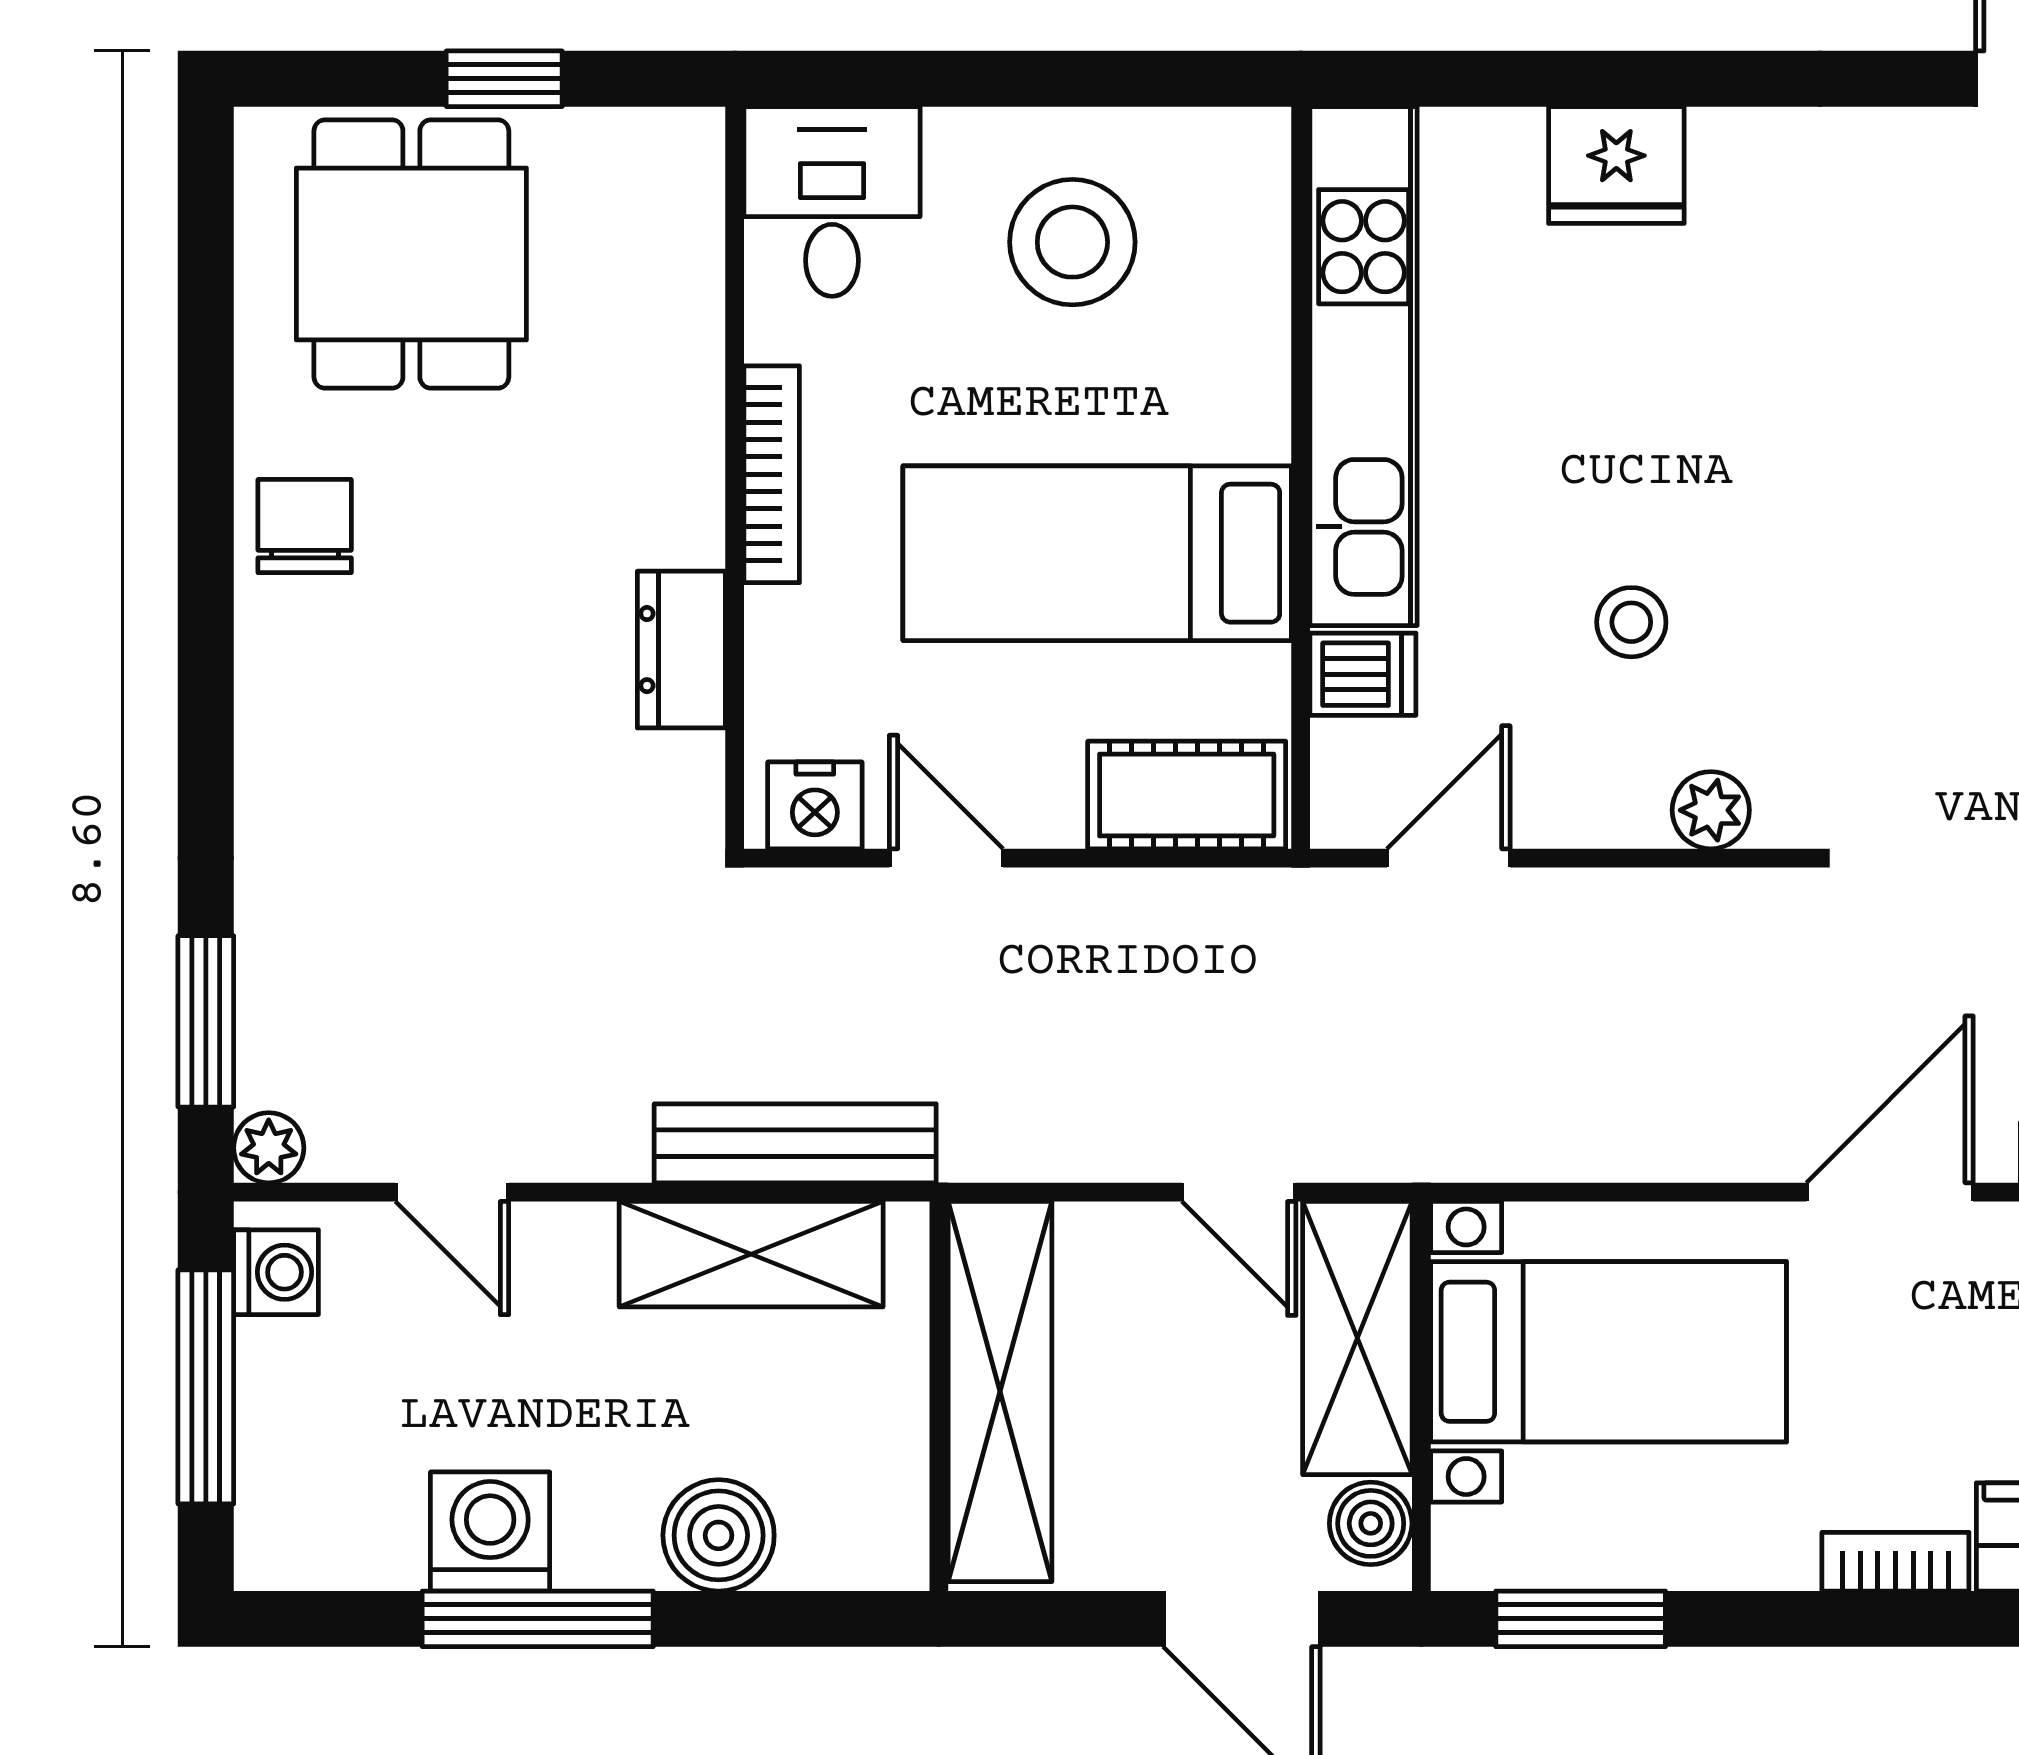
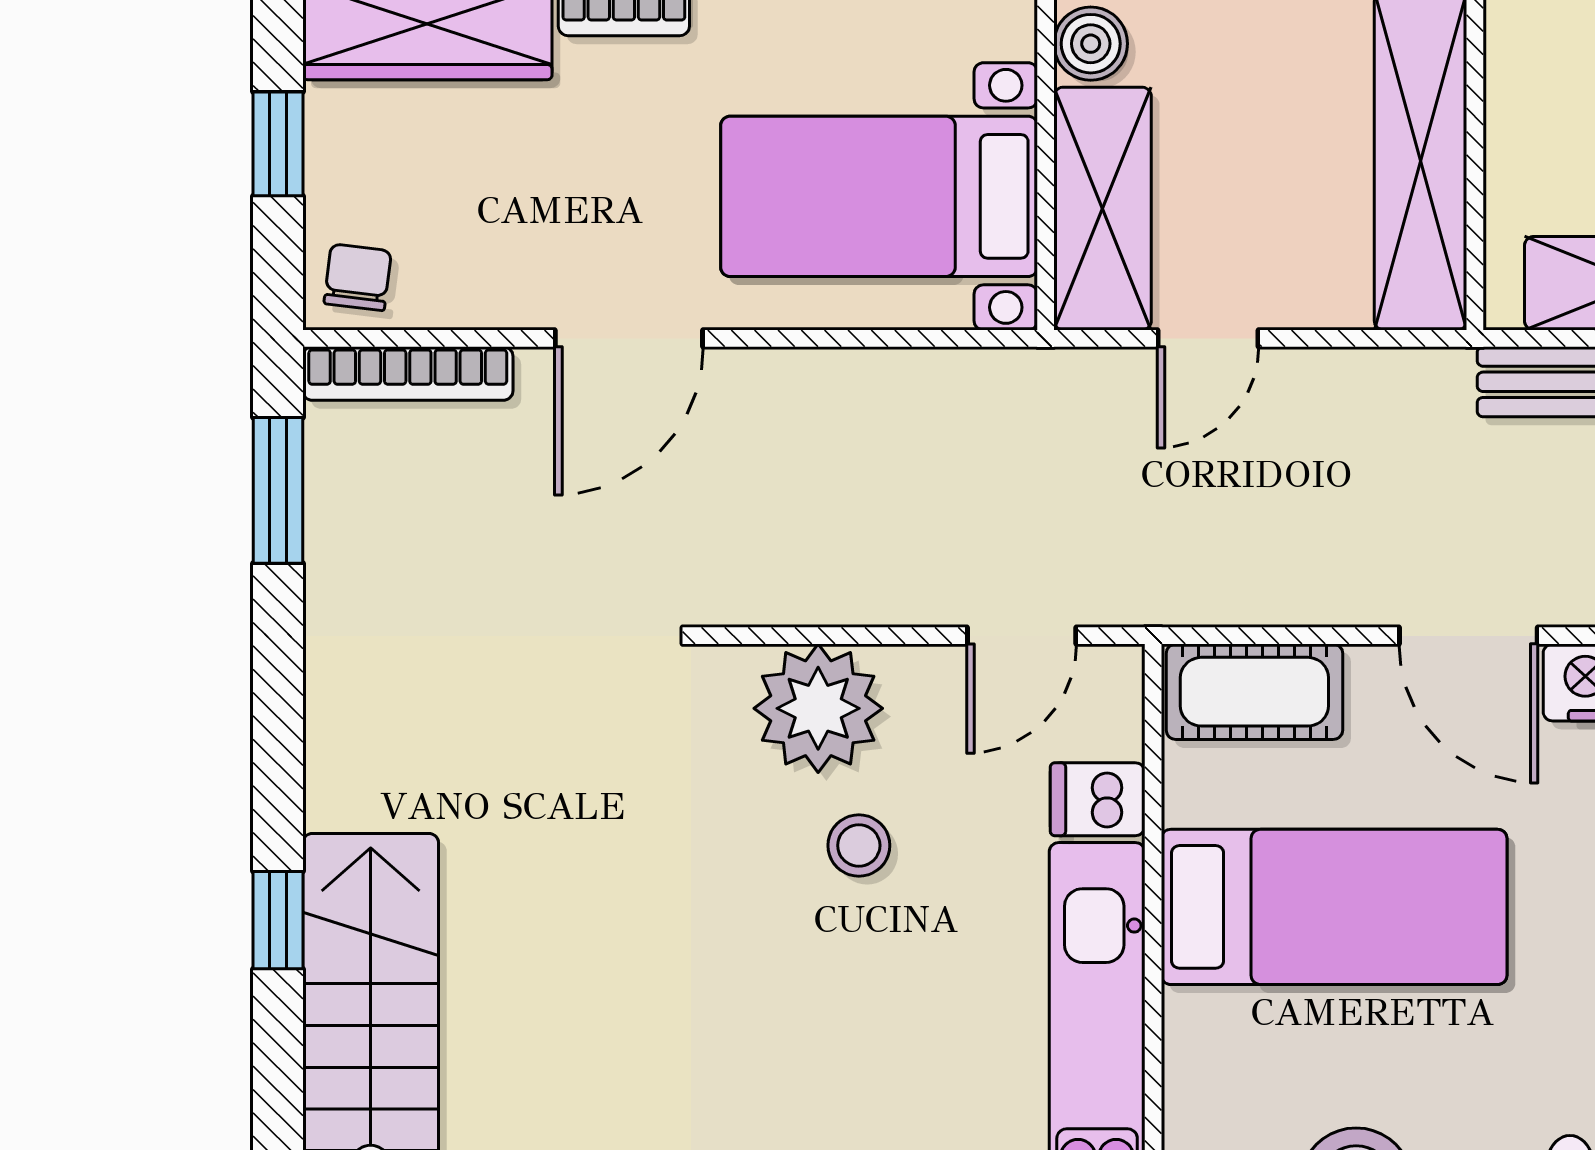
plant: (1711, 810) -> (818, 708), width x1.87, depth x1.87
door: (946, 858) -> (1468, 636), width x1.38
door: (1239, 1192) -> (1208, 338), swing flipped

